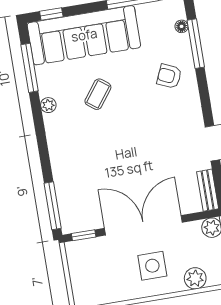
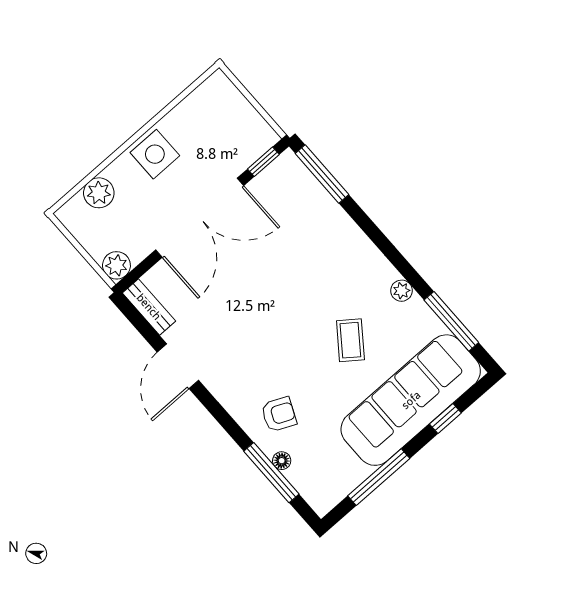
window: (51, 14) -> (445, 418), moved
floor lamp: (182, 26) -> (282, 461), moved
side table: (152, 266) -> (155, 154), moved

